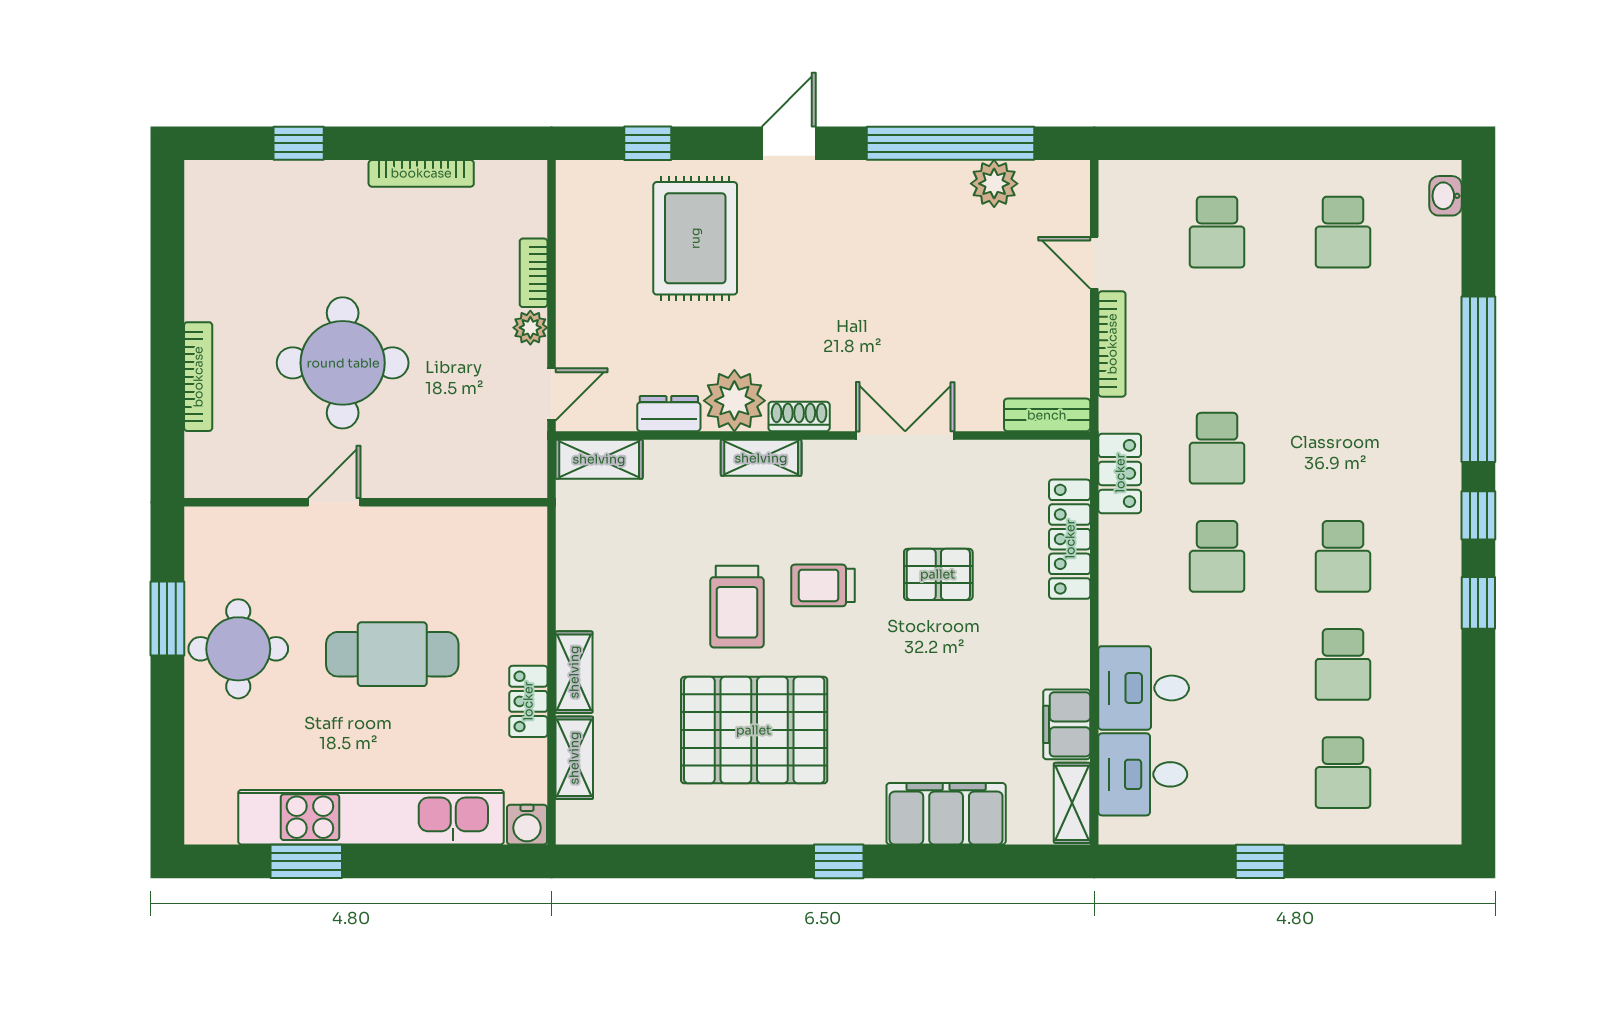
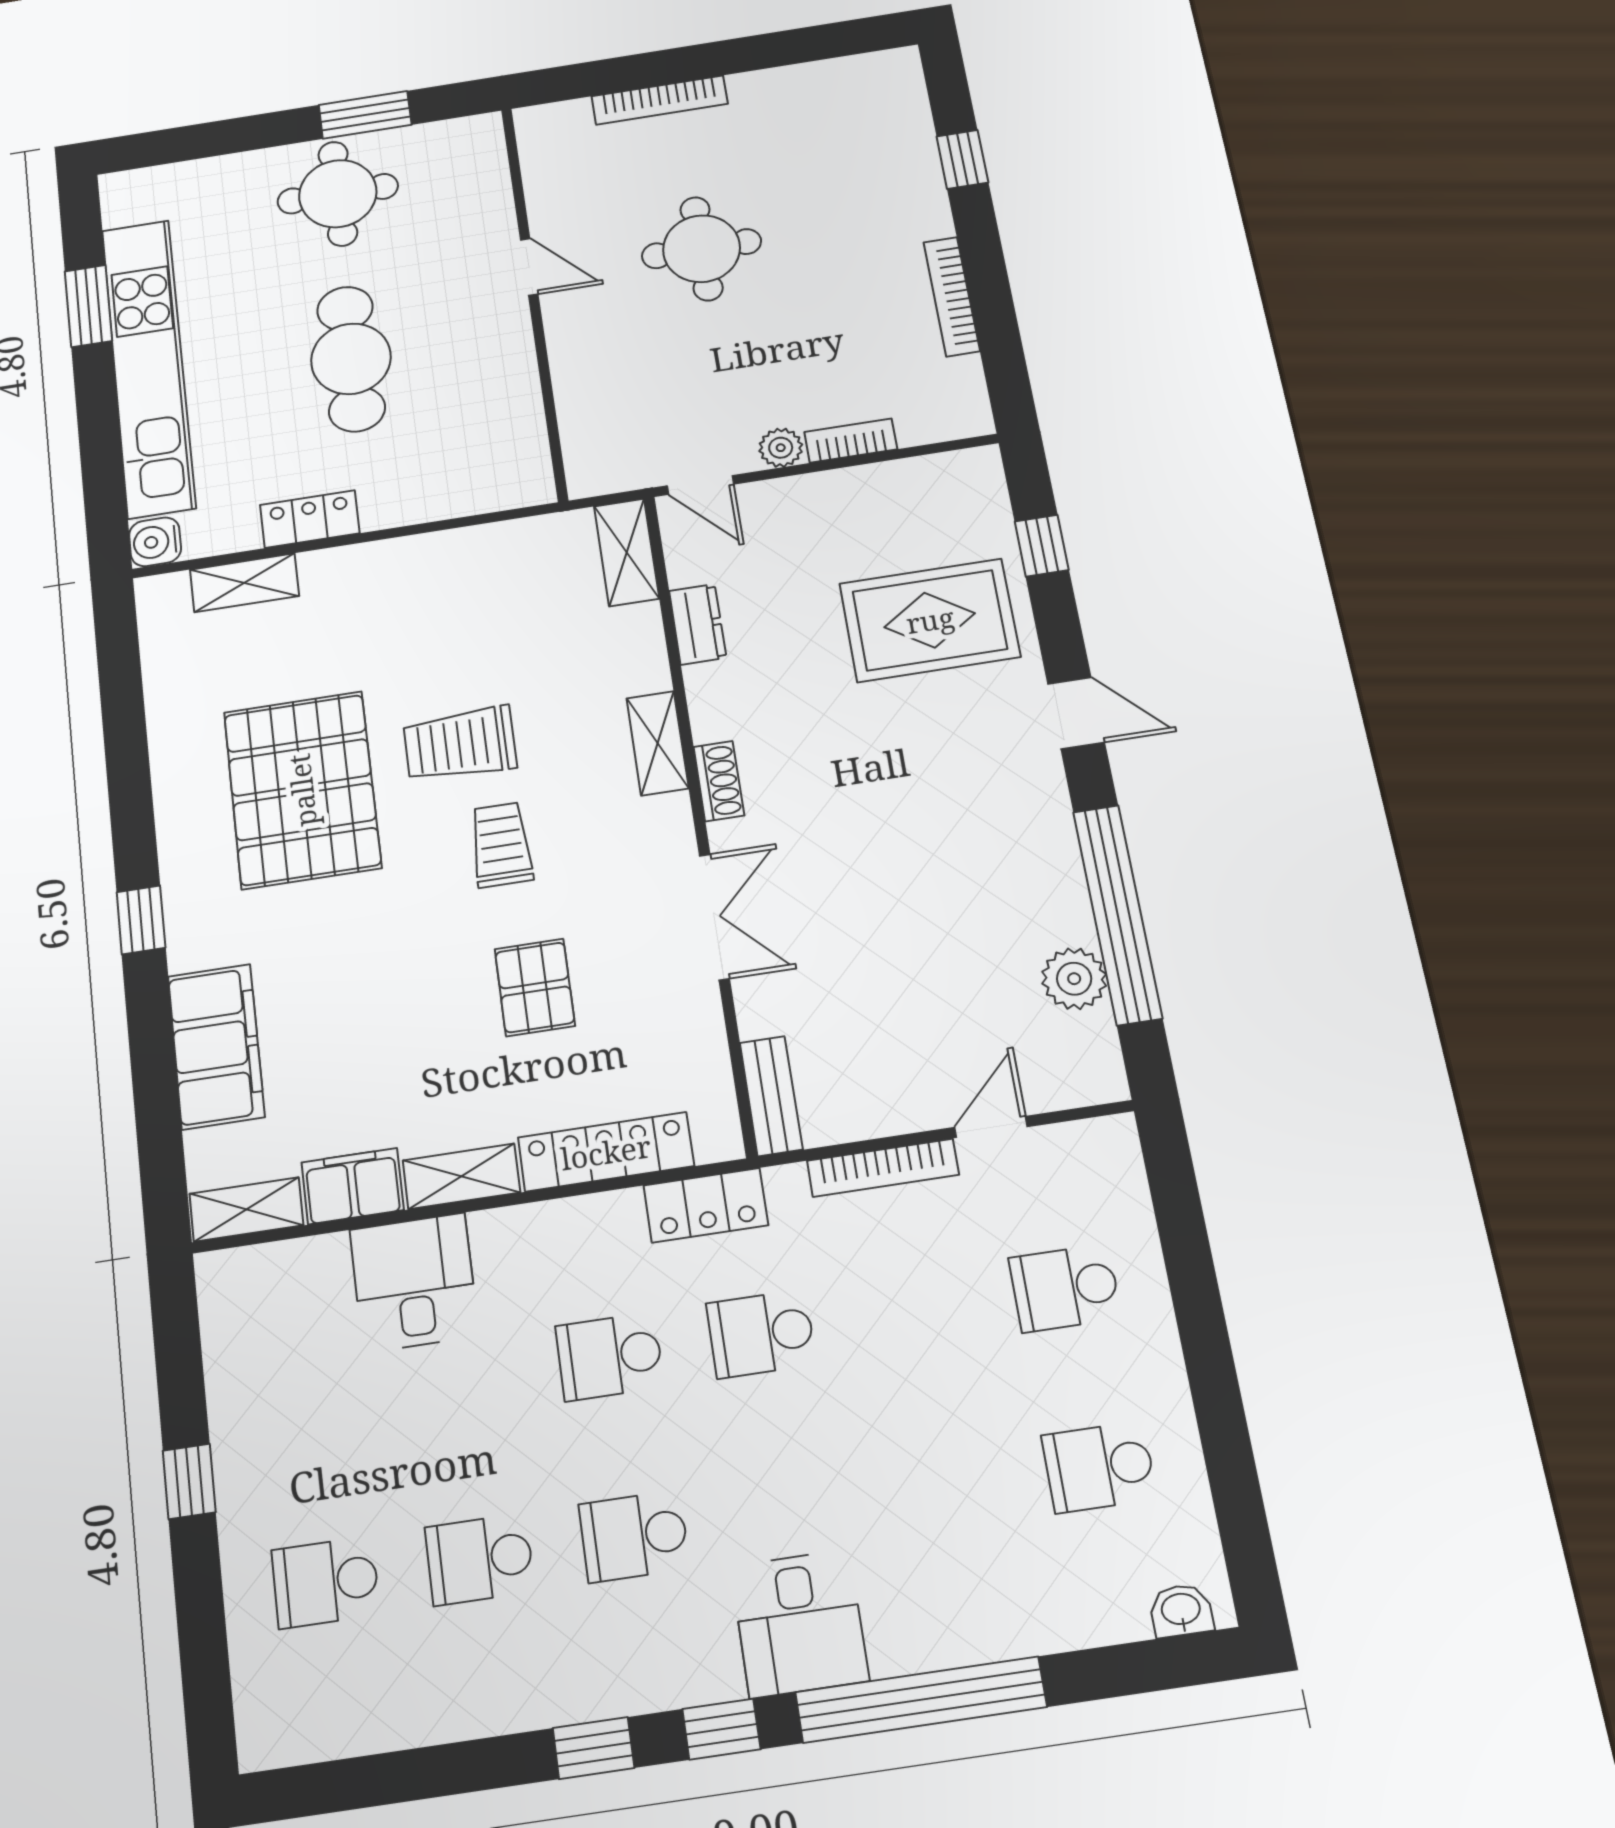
round table: (343, 363) -> (702, 249), width x0.73, depth x0.73
plant: (734, 401) -> (727, 700), removed
shelving: (574, 672) -> (461, 1176), moved
desk: (1143, 774) -> (800, 1623), moved, turned 180

